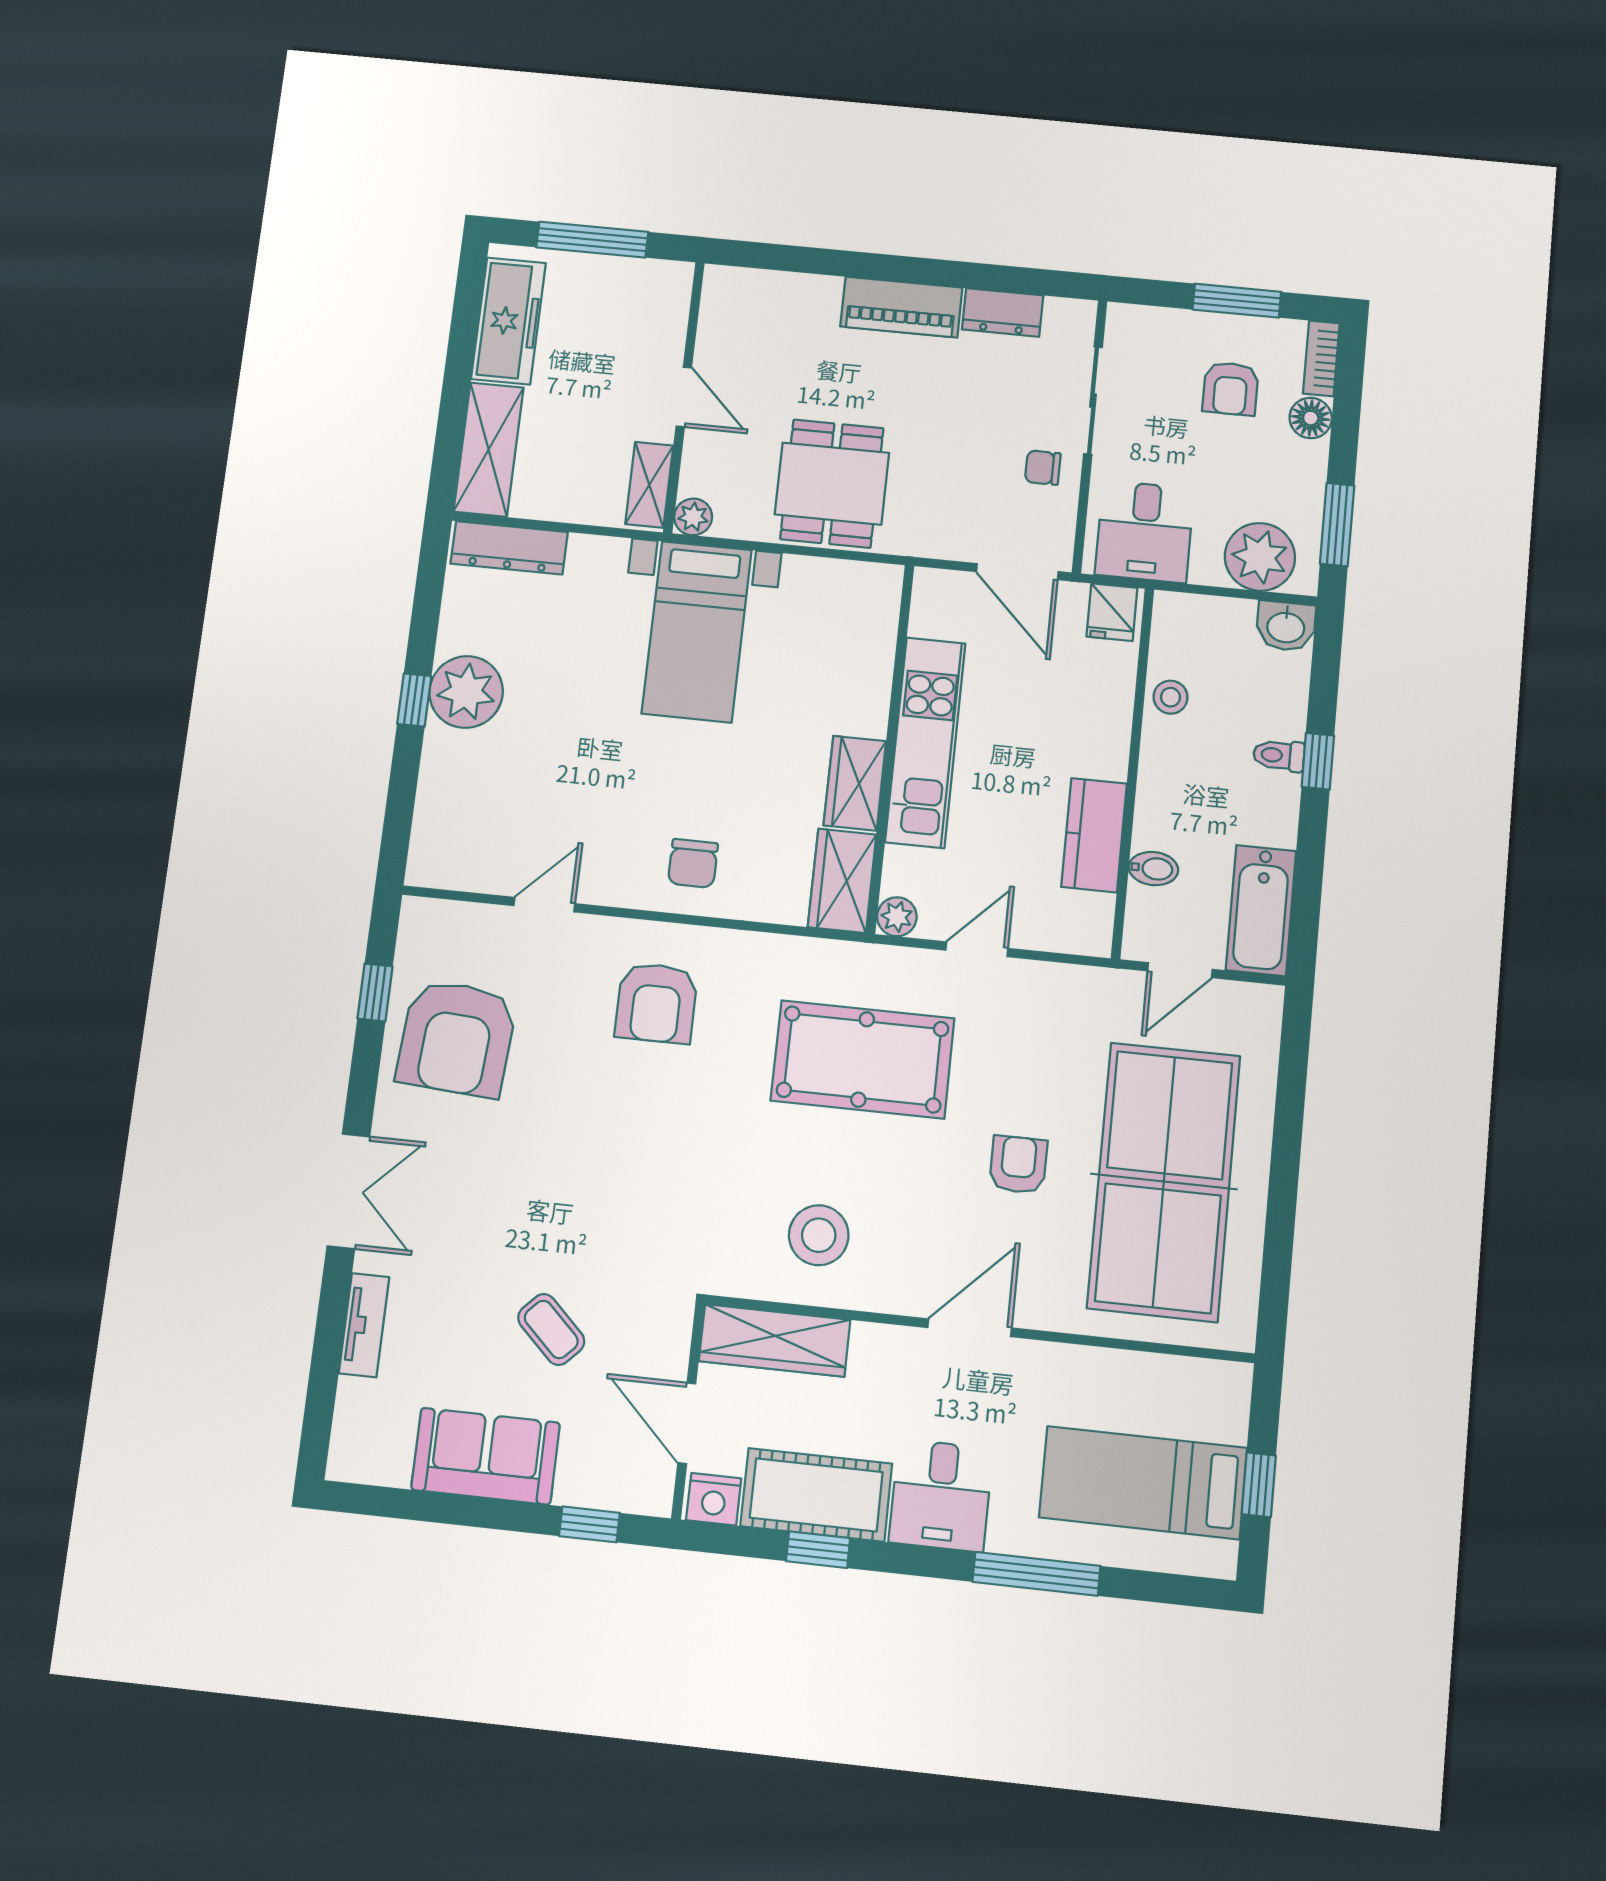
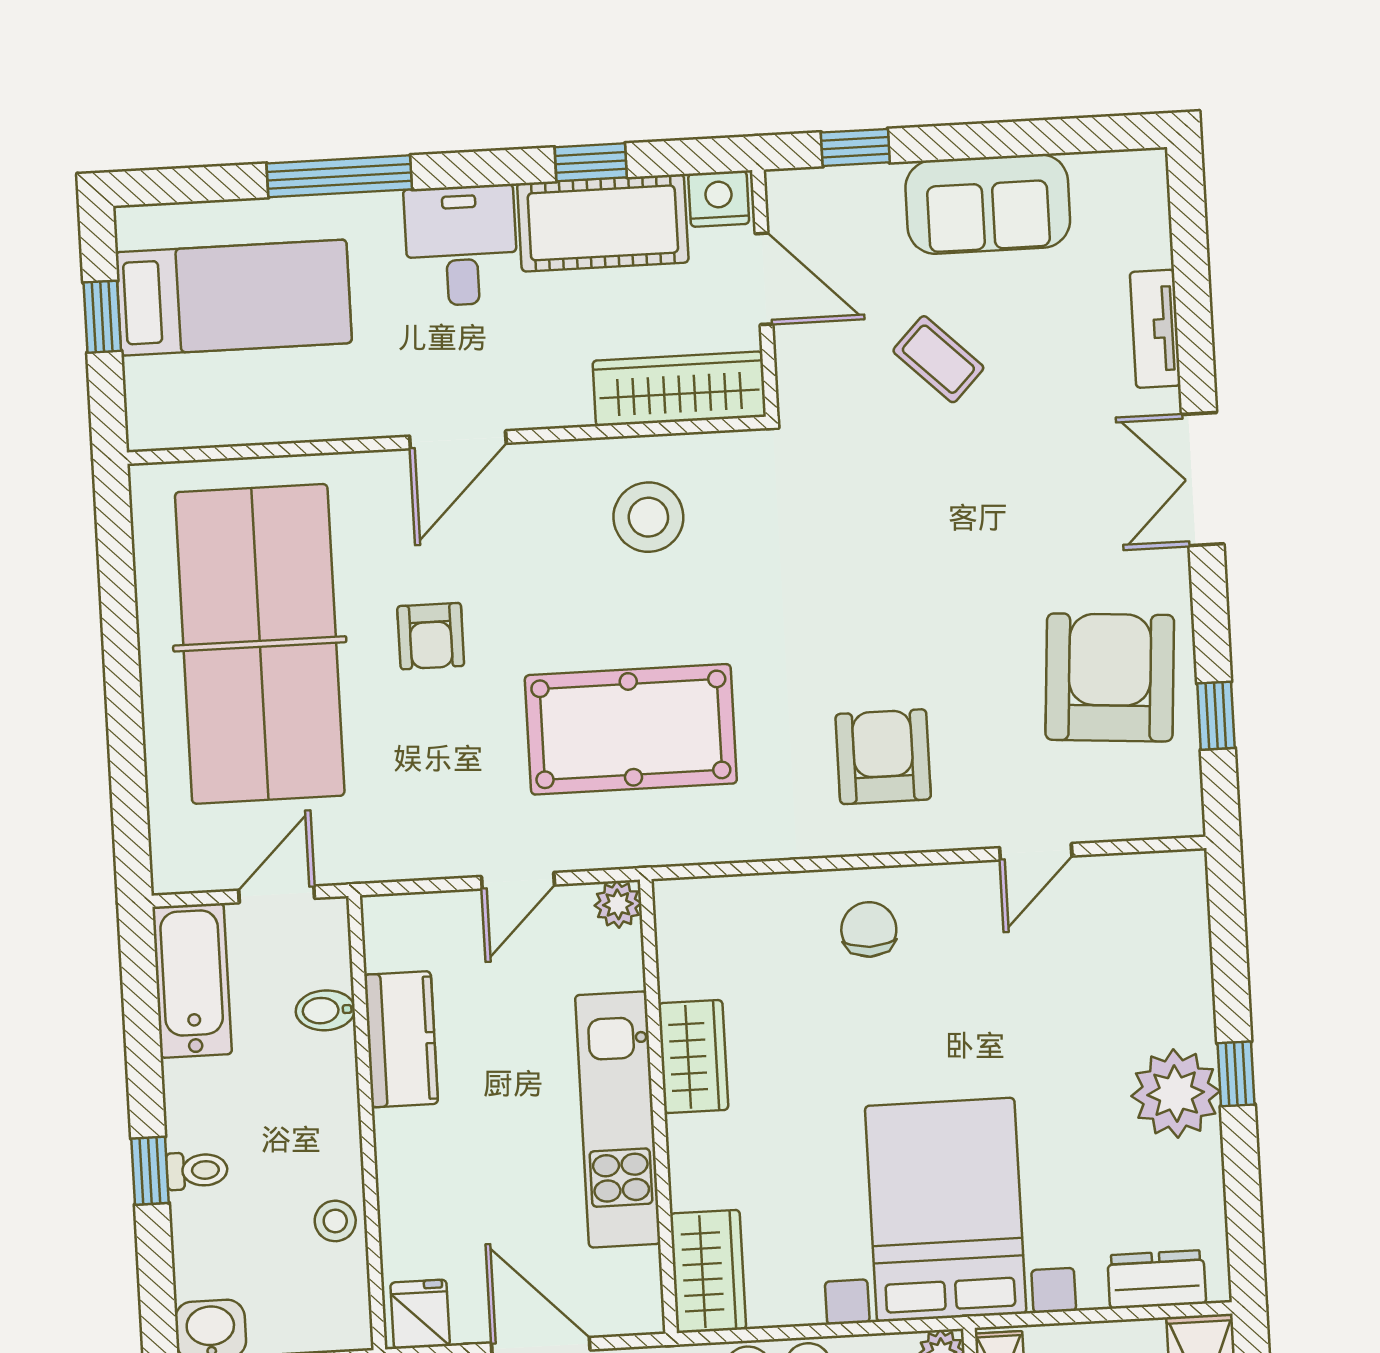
dresser: (509, 548) -> (1157, 1279), width x0.70
bed with nightstands: (697, 632) -> (946, 1210), width x1.36
wardrobe: (842, 881) -> (708, 1271), moved

